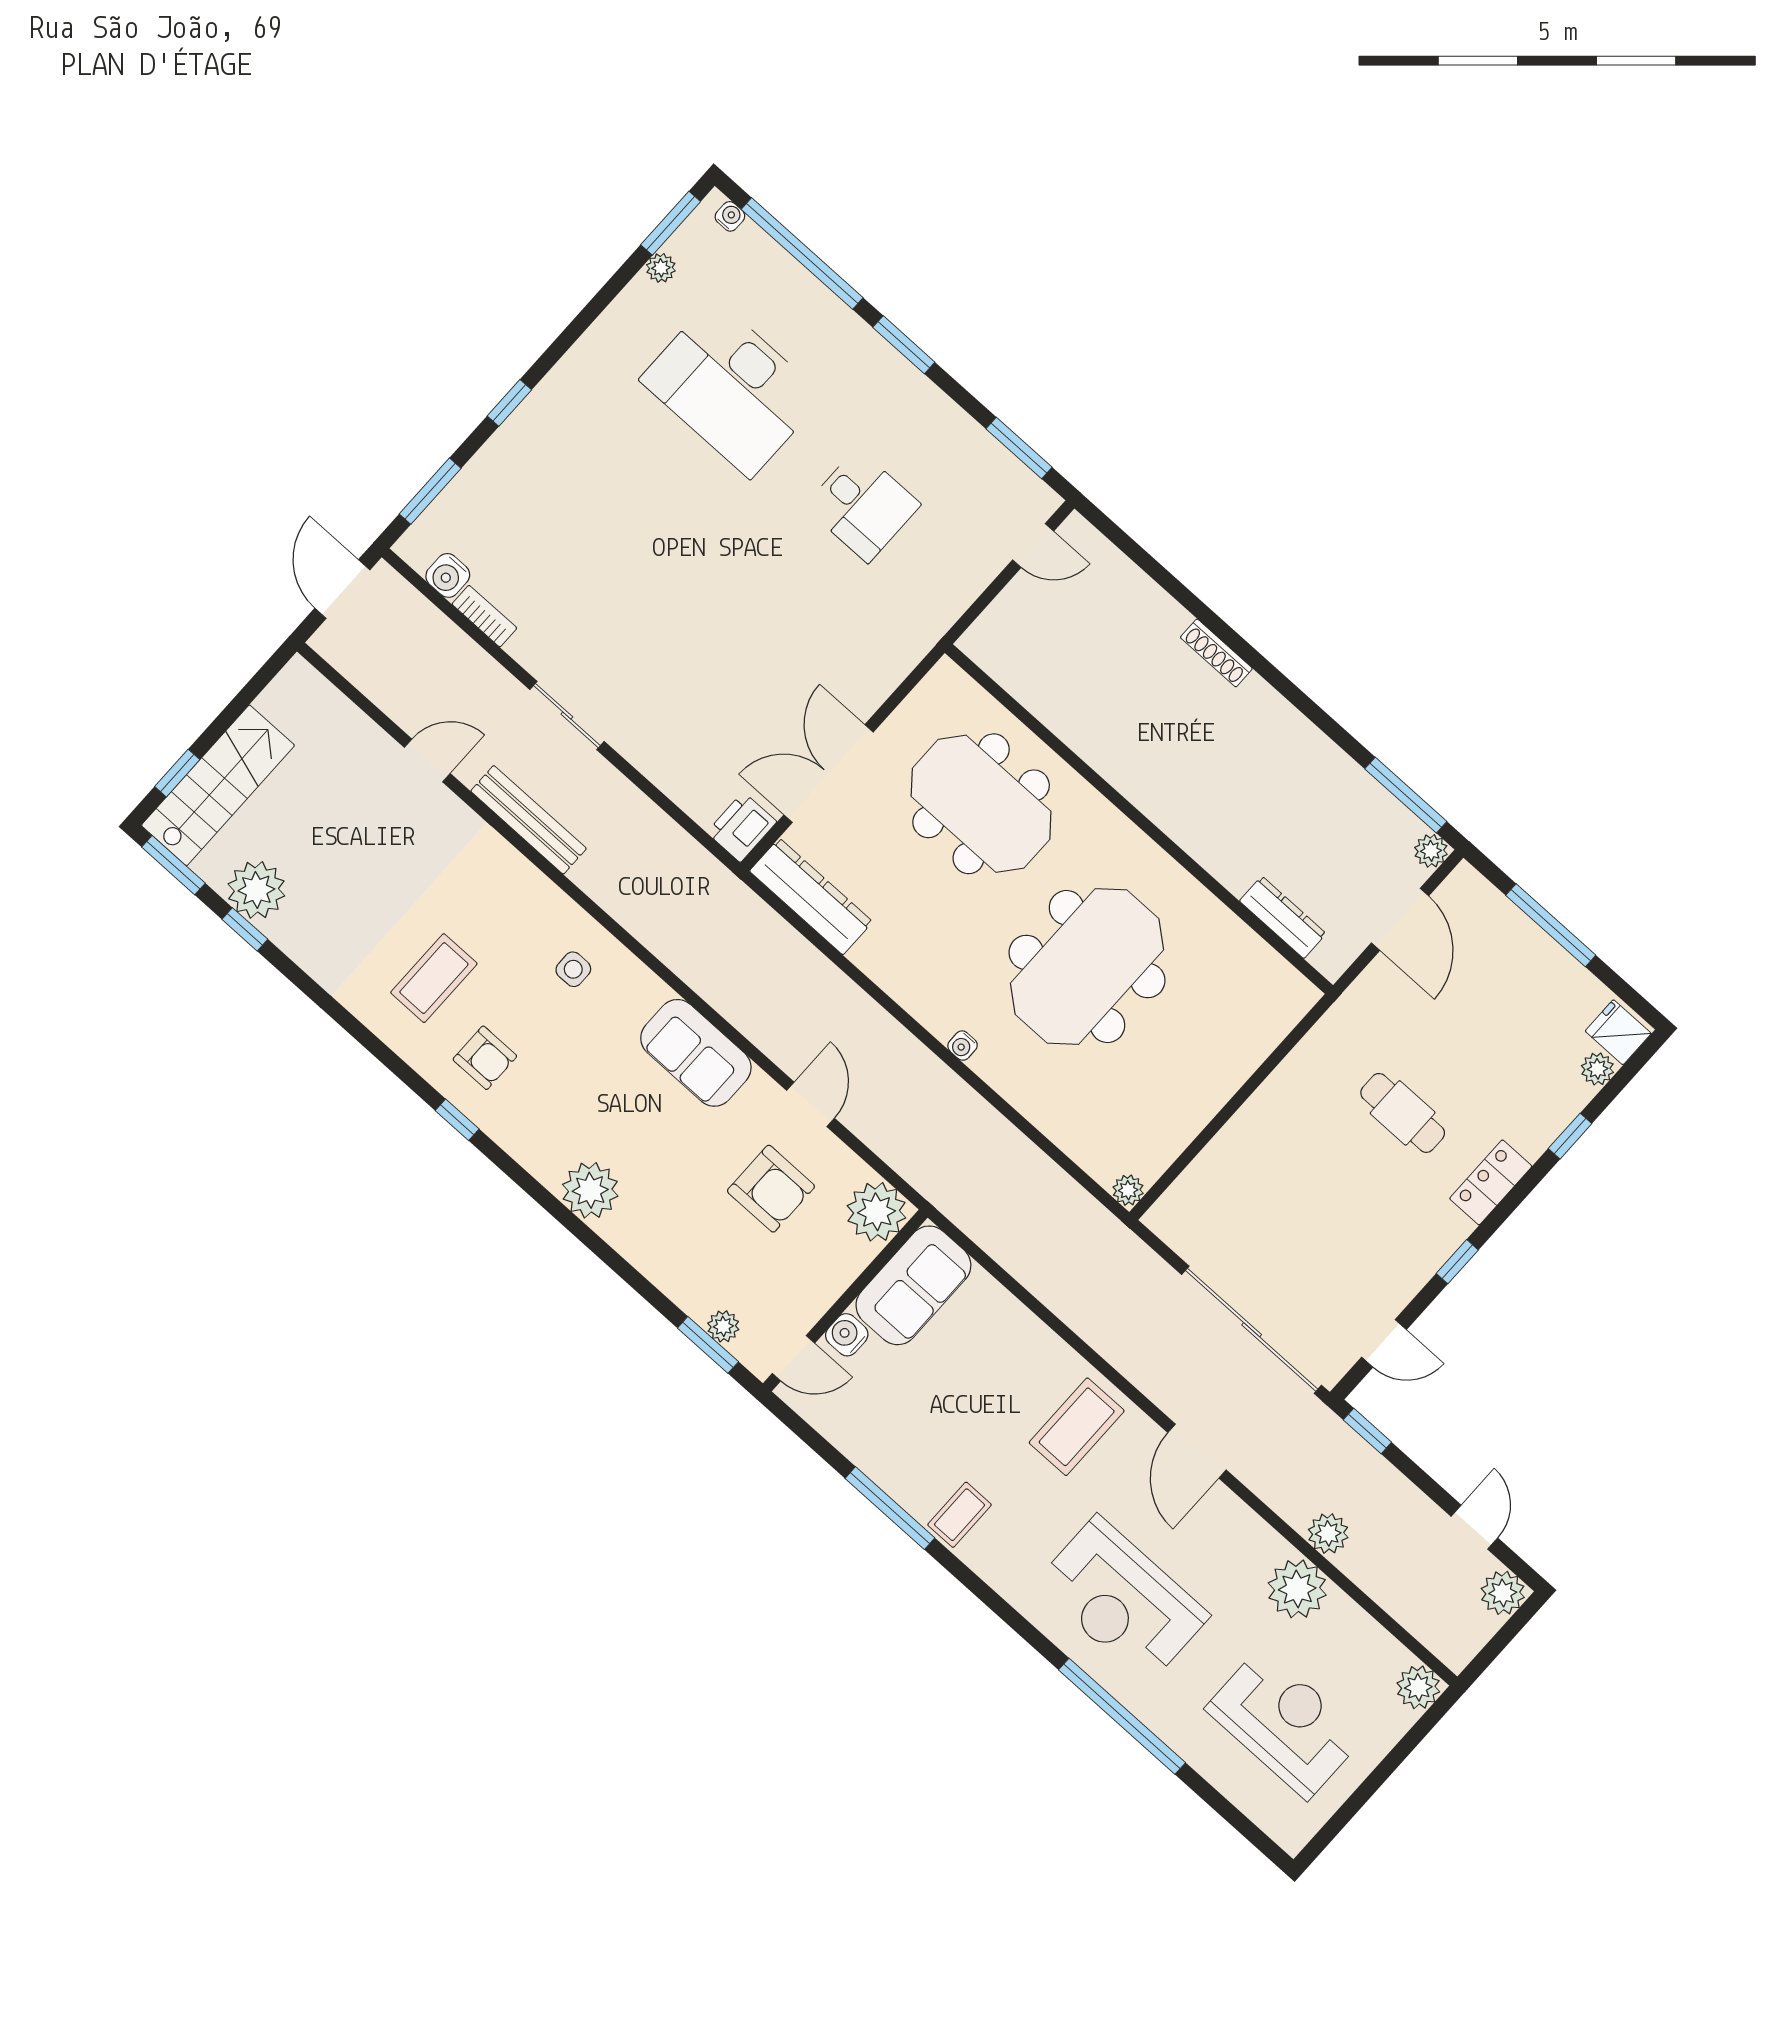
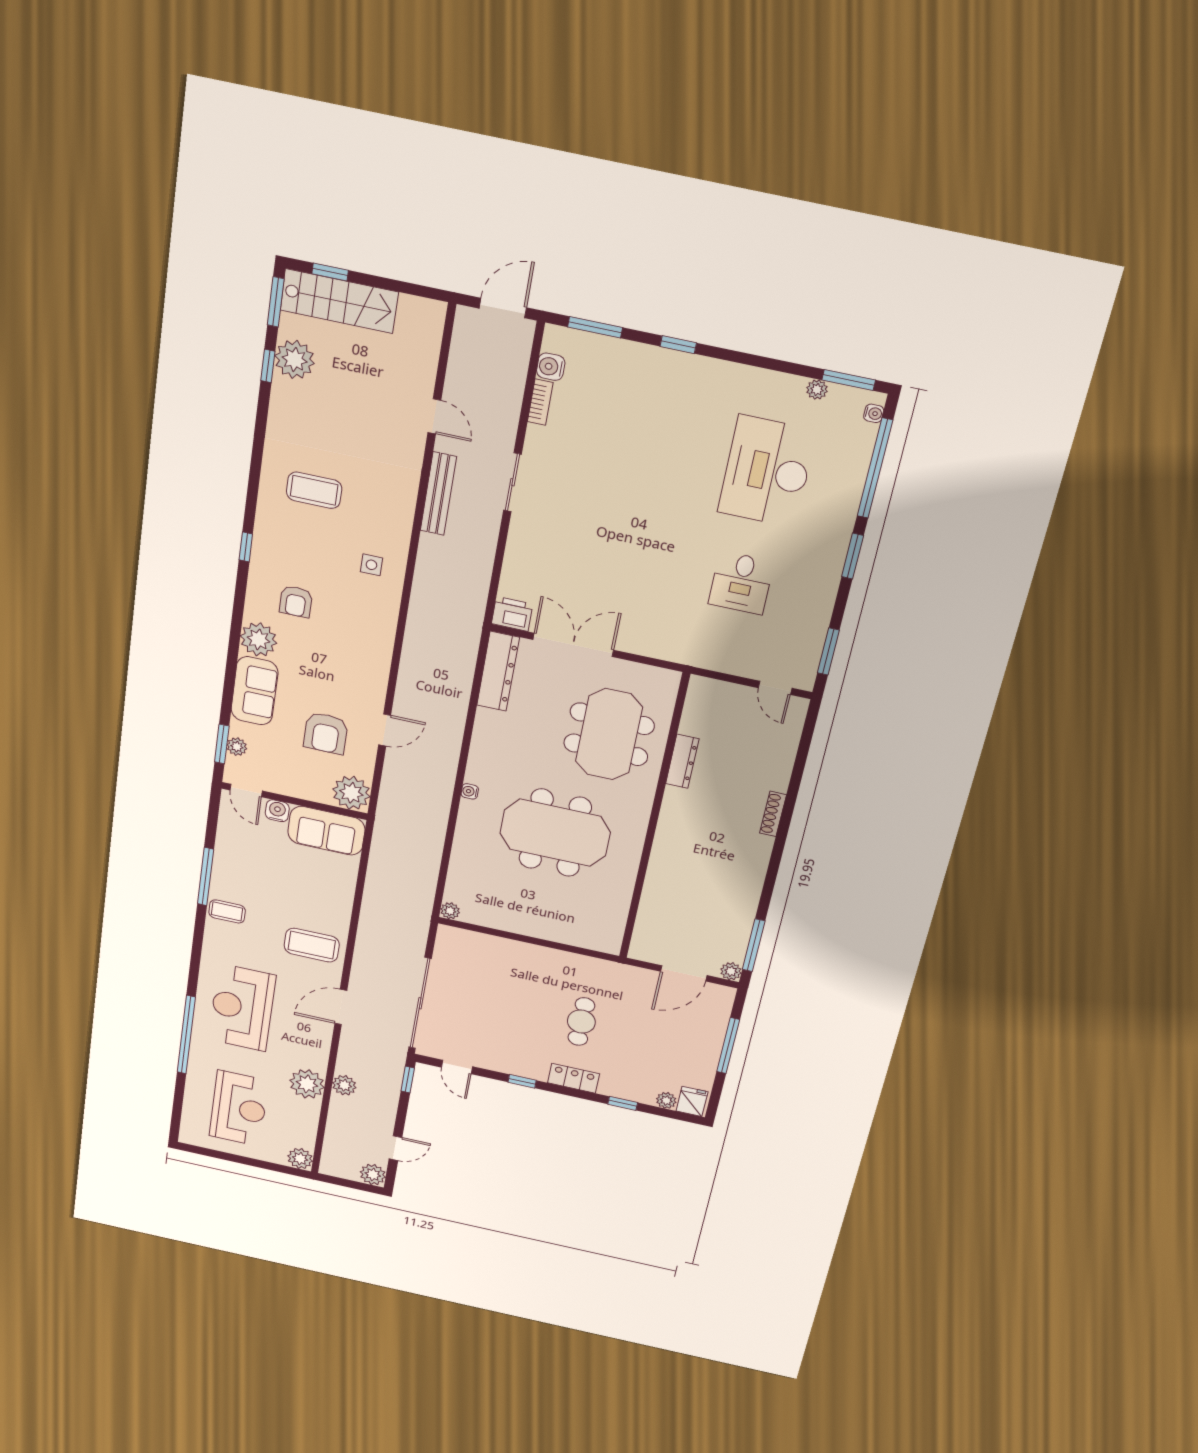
dresser: (1283, 917) -> (682, 761), moved
sofa: (696, 1053) -> (254, 691), moved, turned 180
armchair: (485, 1058) -> (296, 601), moved

